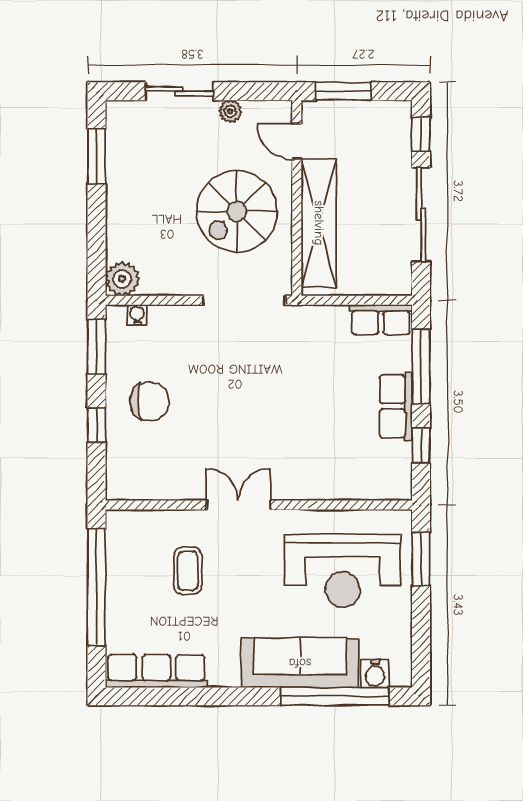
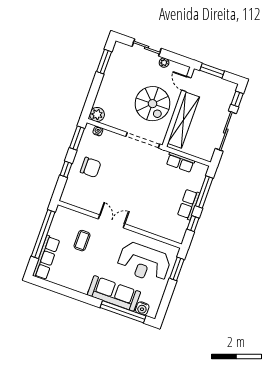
spiral stairs: (237, 211) -> (152, 104), turned -90
row of seats: (381, 320) -> (180, 162), moved
row of seats: (156, 671) -> (46, 258), moved, turned 90

